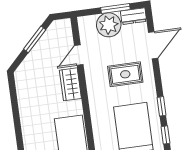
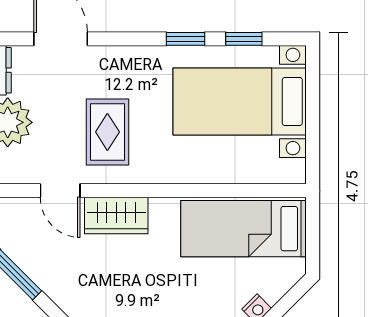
rug: (125, 74) -> (107, 132), moved

